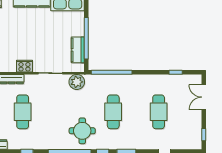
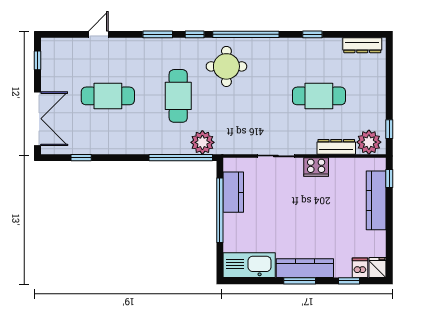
plant: (77, 82) -> (202, 142), moved
double door: (204, 97) -> (38, 119), width x1.37
cafe table: (23, 112) -> (319, 96), turned 90
cafe table: (159, 112) -> (108, 96), turned 90

